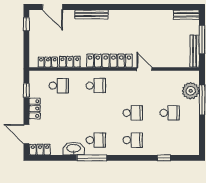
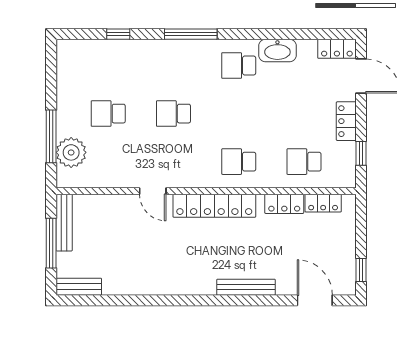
school desk: (133, 140) -> (173, 66), removed
window: (92, 158) -> (191, 34), moved

